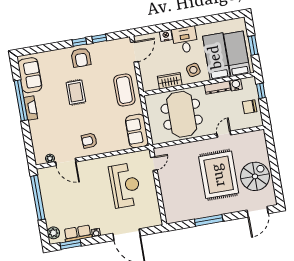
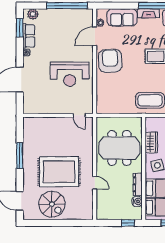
chair: (250, 107) -> (115, 210), removed
sofa: (137, 131) -> (122, 17), moved, turned 180
armchair: (89, 141) -> (110, 61), width x1.88, depth x1.88
reception desk: (125, 185) -> (70, 74), moved

